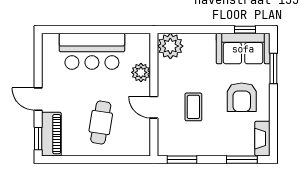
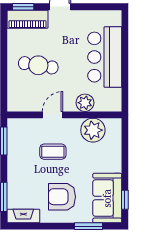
plant: (170, 46) -> (93, 130), moved

